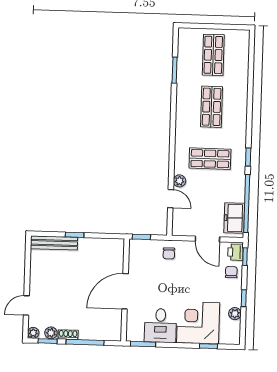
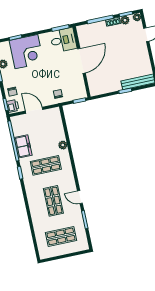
shop shelf: (213, 55) -> (61, 236), turned 90
door: (171, 199) -> (80, 197), moved
freezer: (234, 218) -> (23, 146), moved
desk: (160, 326) -> (63, 40), moved, turned 90

